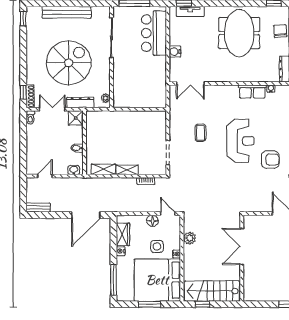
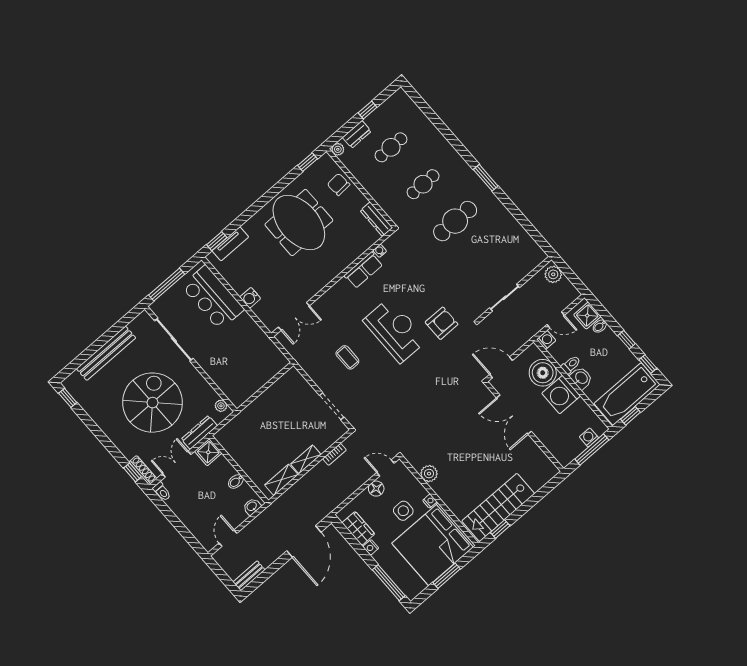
double door: (242, 246) -> (514, 415), moved
wall: (242, 258) -> (524, 426), moved

